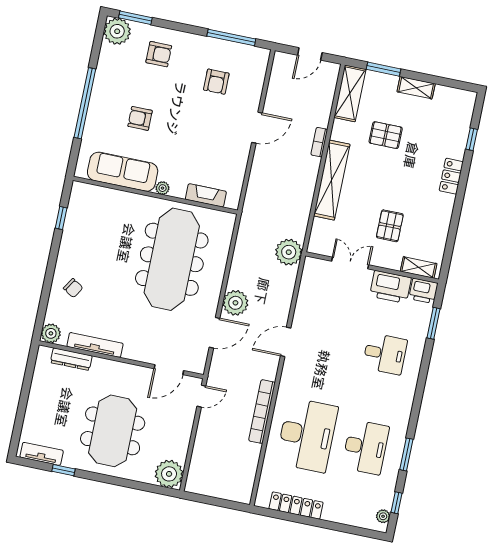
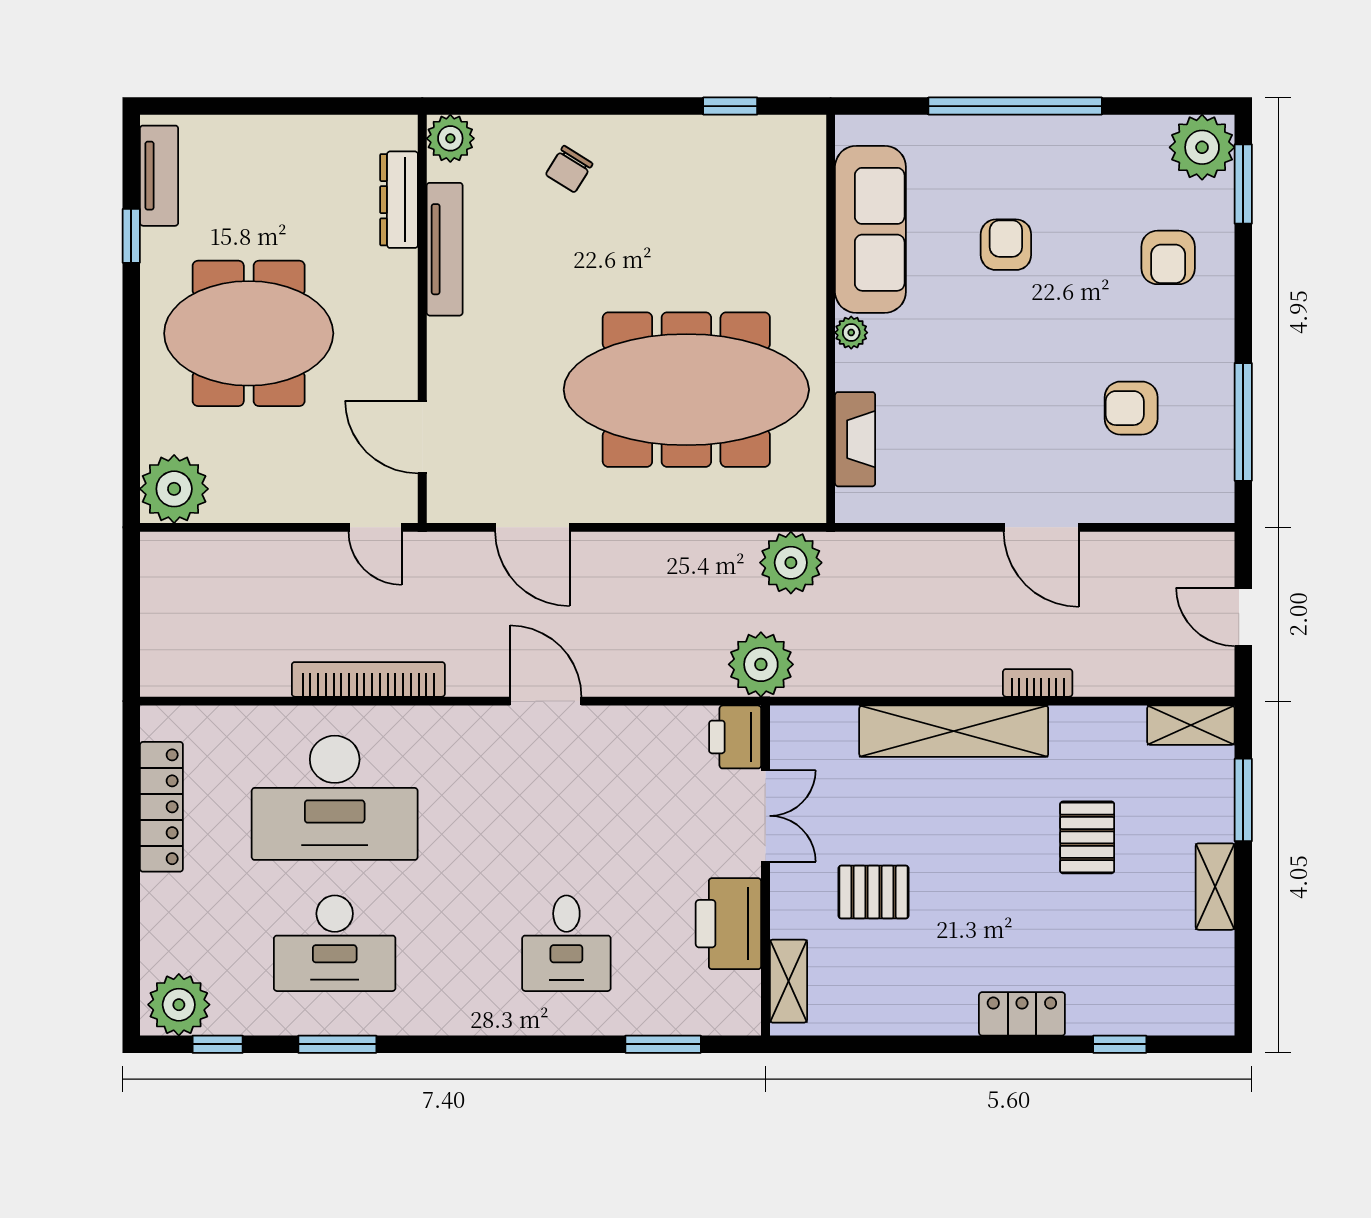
shelving: (350, 93) -> (1191, 725), width x0.67, depth x0.75
printer: (423, 291) -> (735, 737), moved
plant: (235, 303) -> (791, 563), moved
plant: (383, 516) -> (179, 1005), width x1.88, depth x1.88

